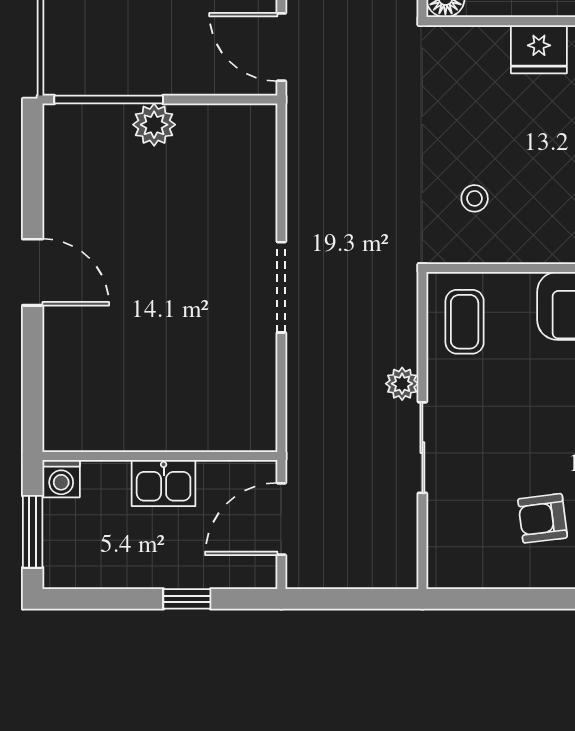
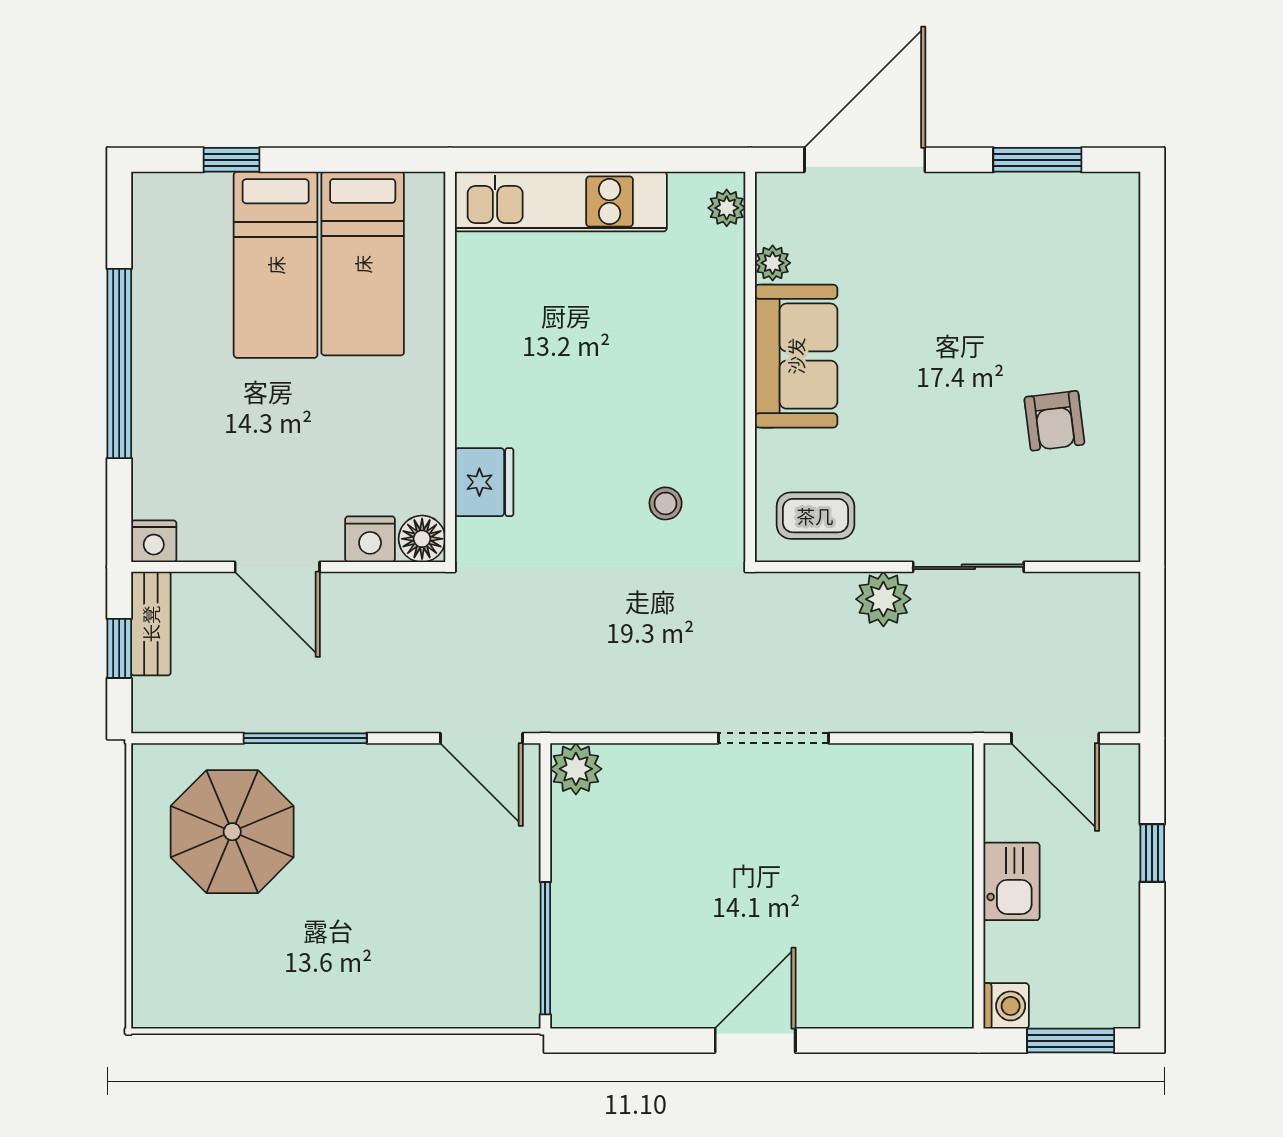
door: (281, 47) -> (481, 738), hinge flipped
fridge: (539, 49) -> (484, 482), moved
plant: (154, 125) -> (576, 769), moved
plant: (402, 384) -> (883, 599), width x1.38, depth x1.38

